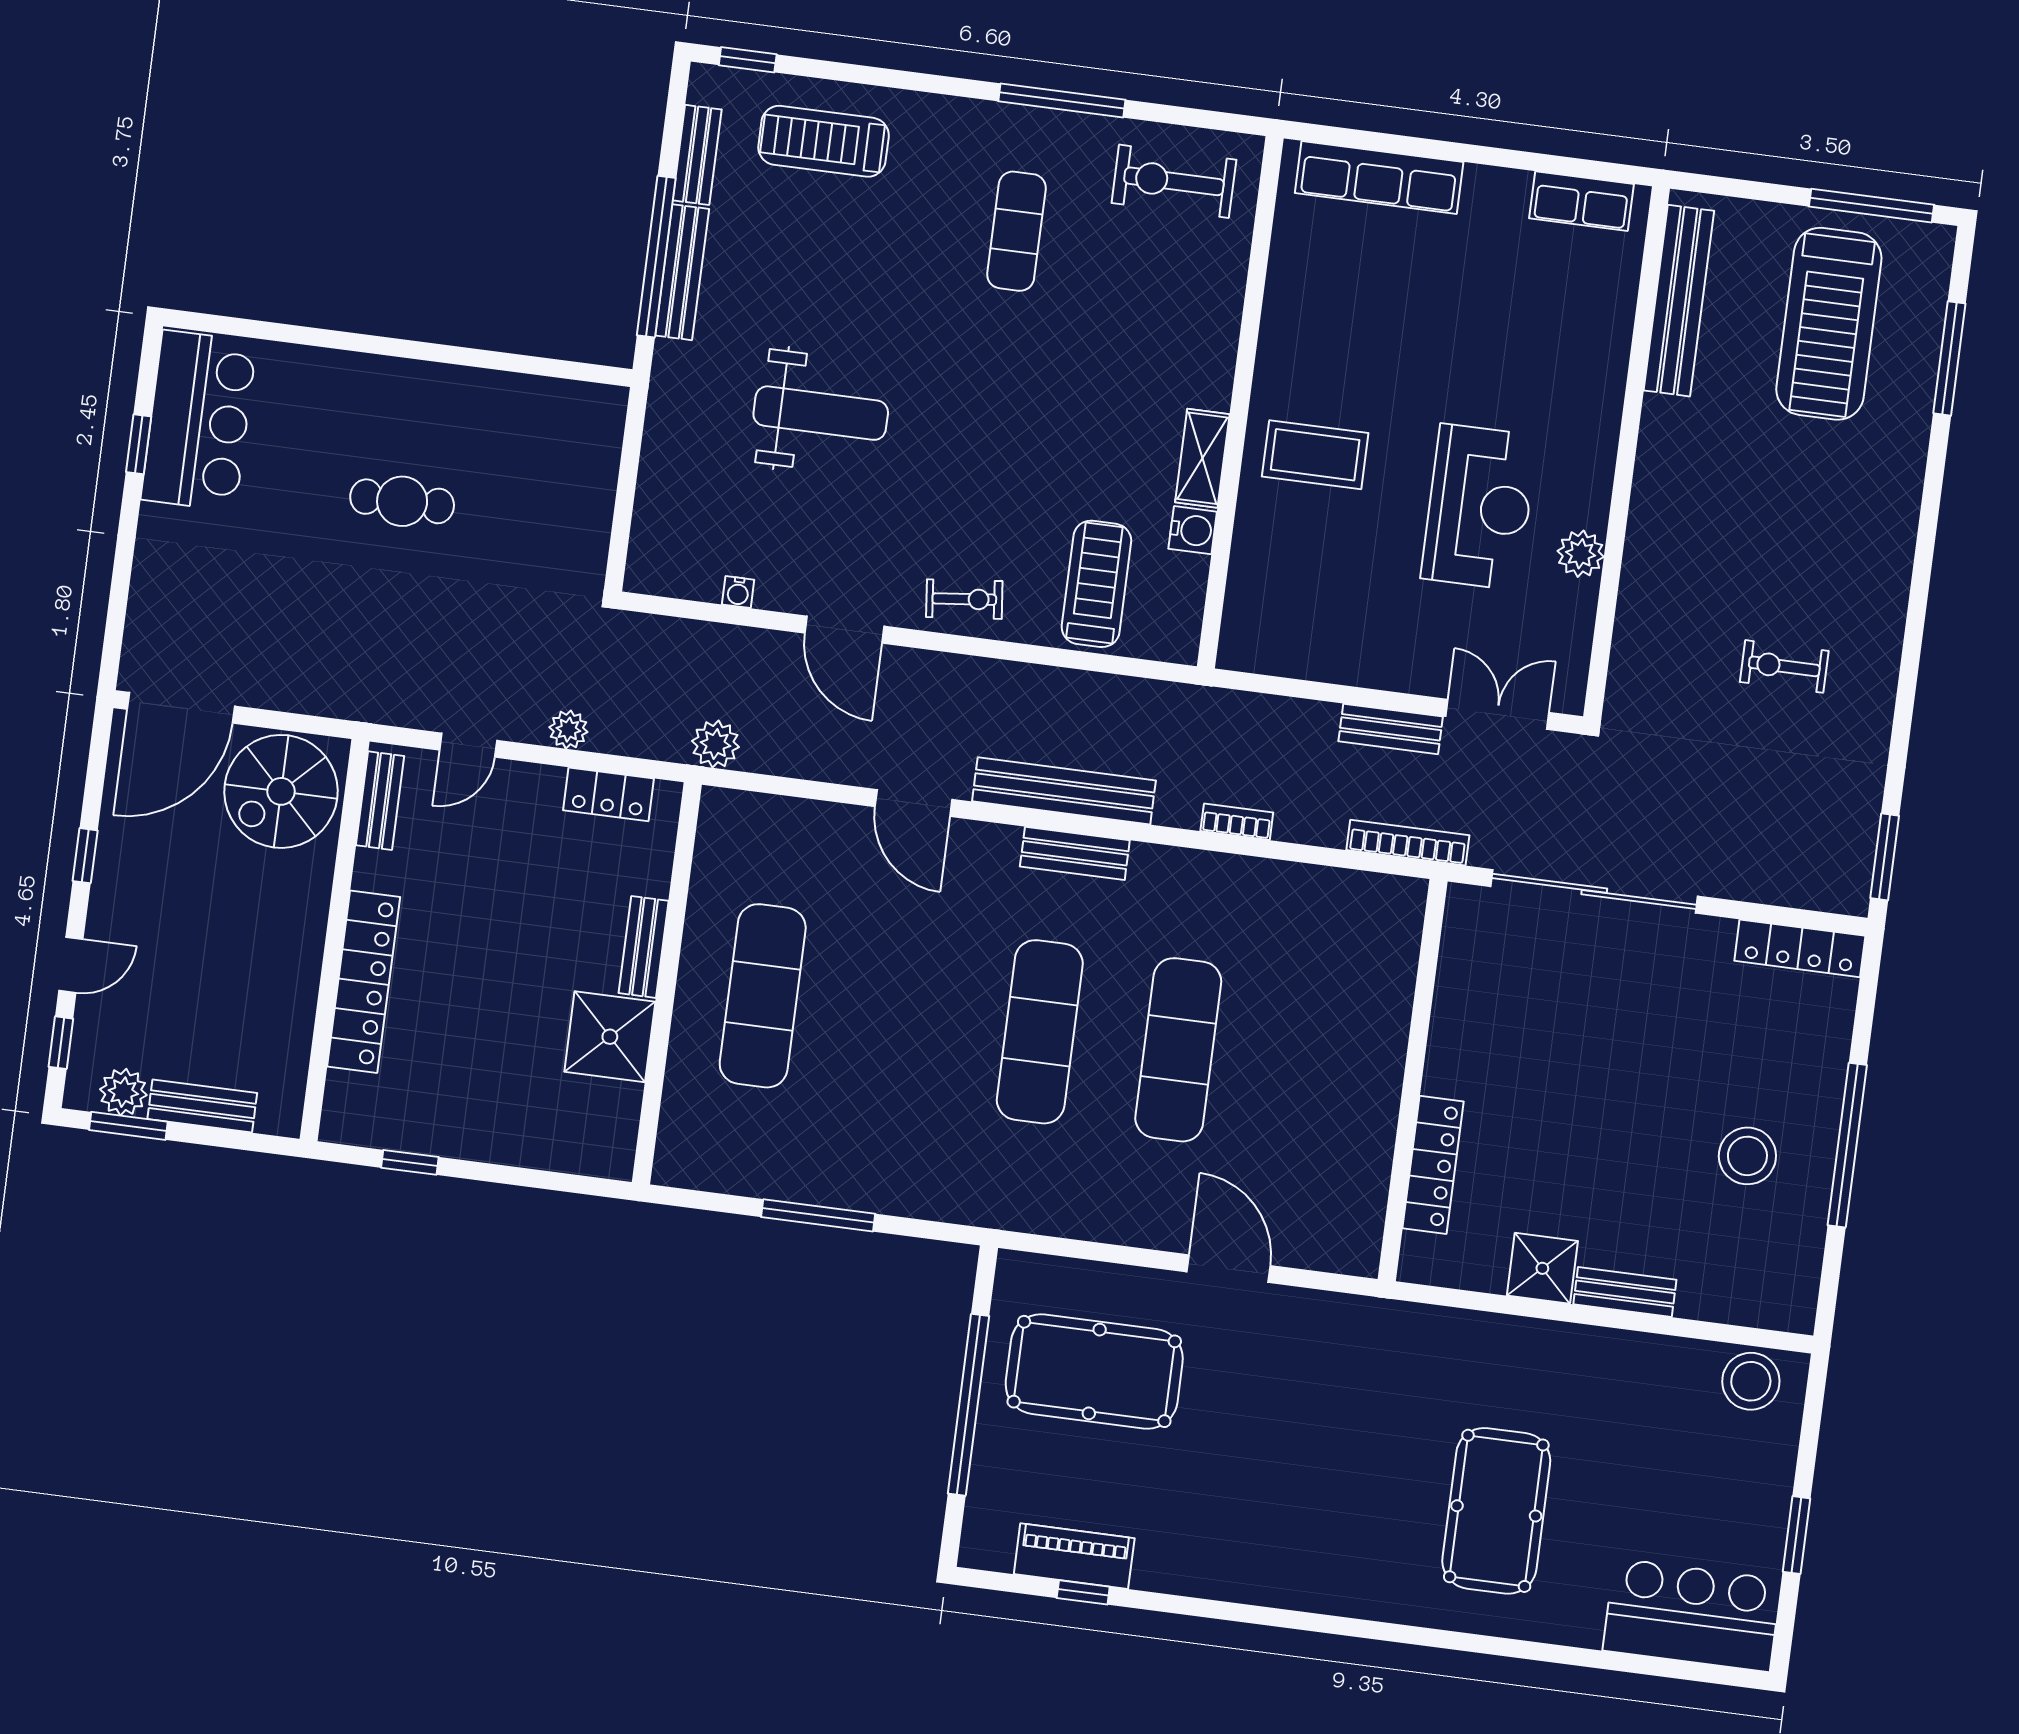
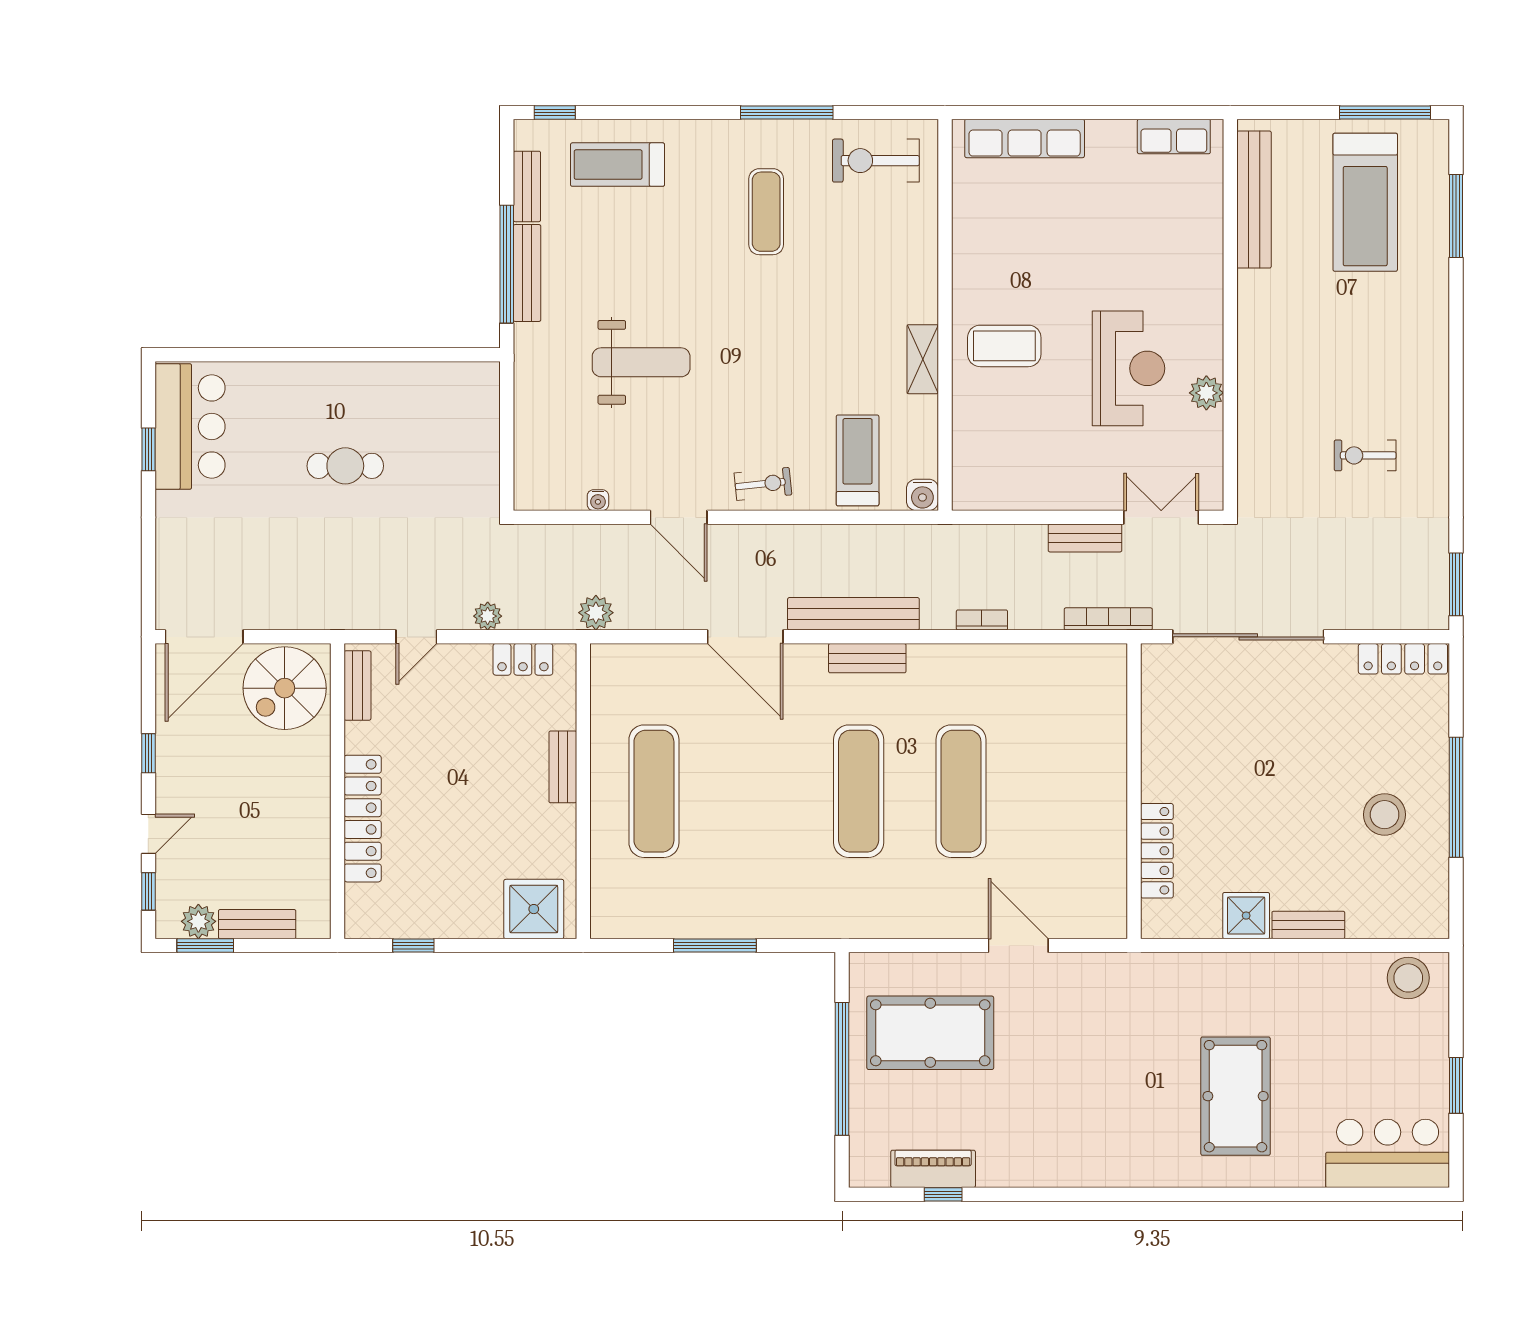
water cooler: (1193, 530) -> (922, 495), moved, turned 90
door: (913, 803) -> (745, 637), width x1.36
shower: (610, 1037) -> (534, 909), moved

